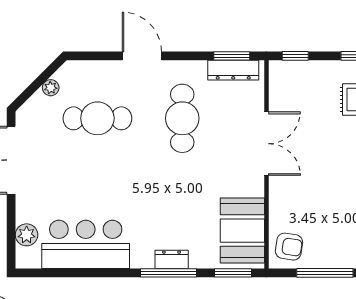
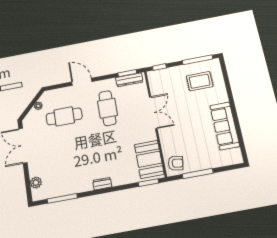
bar counter: (86, 244) -> (68, 182), removed
dresser: (172, 259) -> (102, 184), moved
window: (168, 273) -> (62, 198), moved

